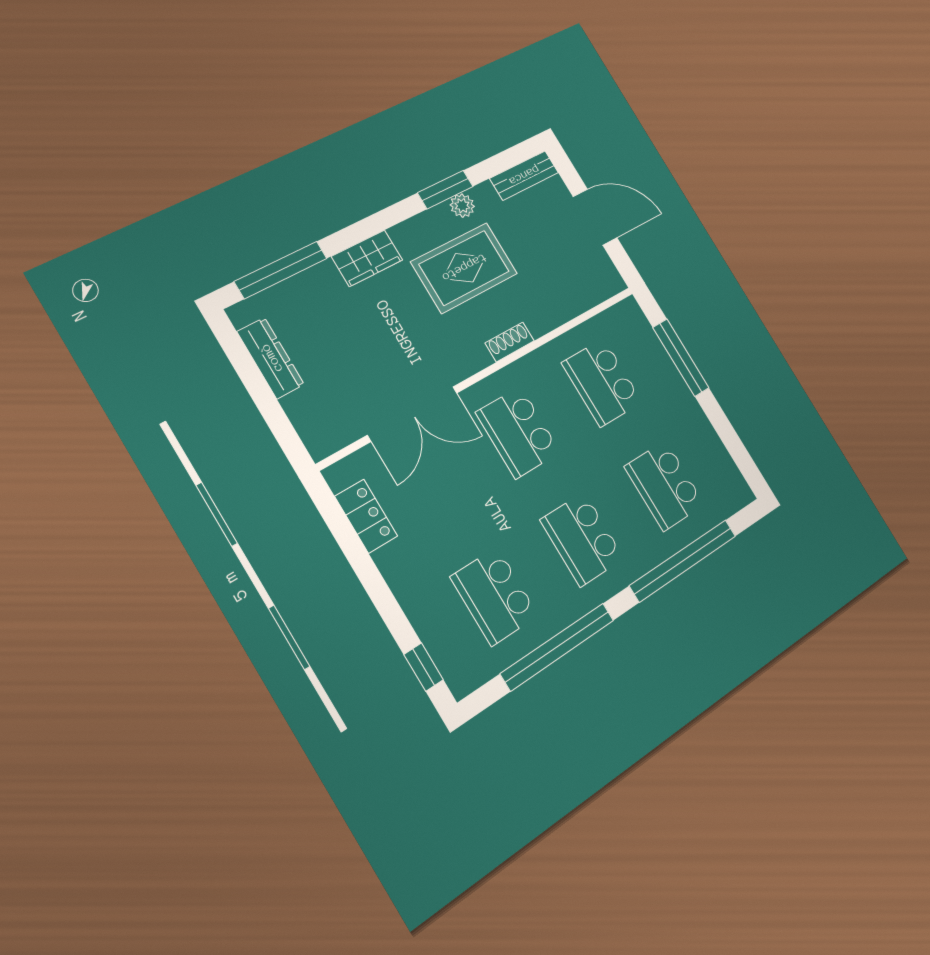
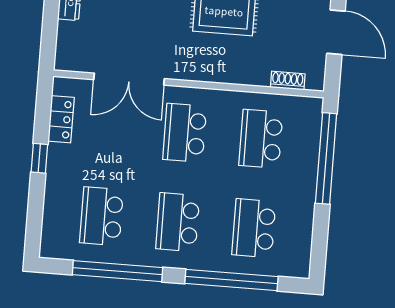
shoe rack: (510, 342) -> (288, 81), moved
window: (681, 358) -> (326, 158), width x1.46
window: (424, 667) -> (39, 158), moved

